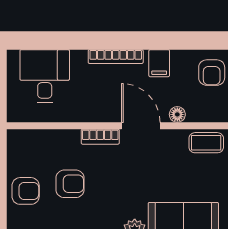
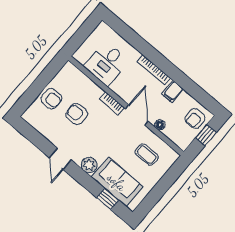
desk: (45, 76) -> (106, 63), moved, turned 180
coffee table: (206, 143) -> (147, 155), moved
armchair: (70, 184) -> (77, 114), turned 180

